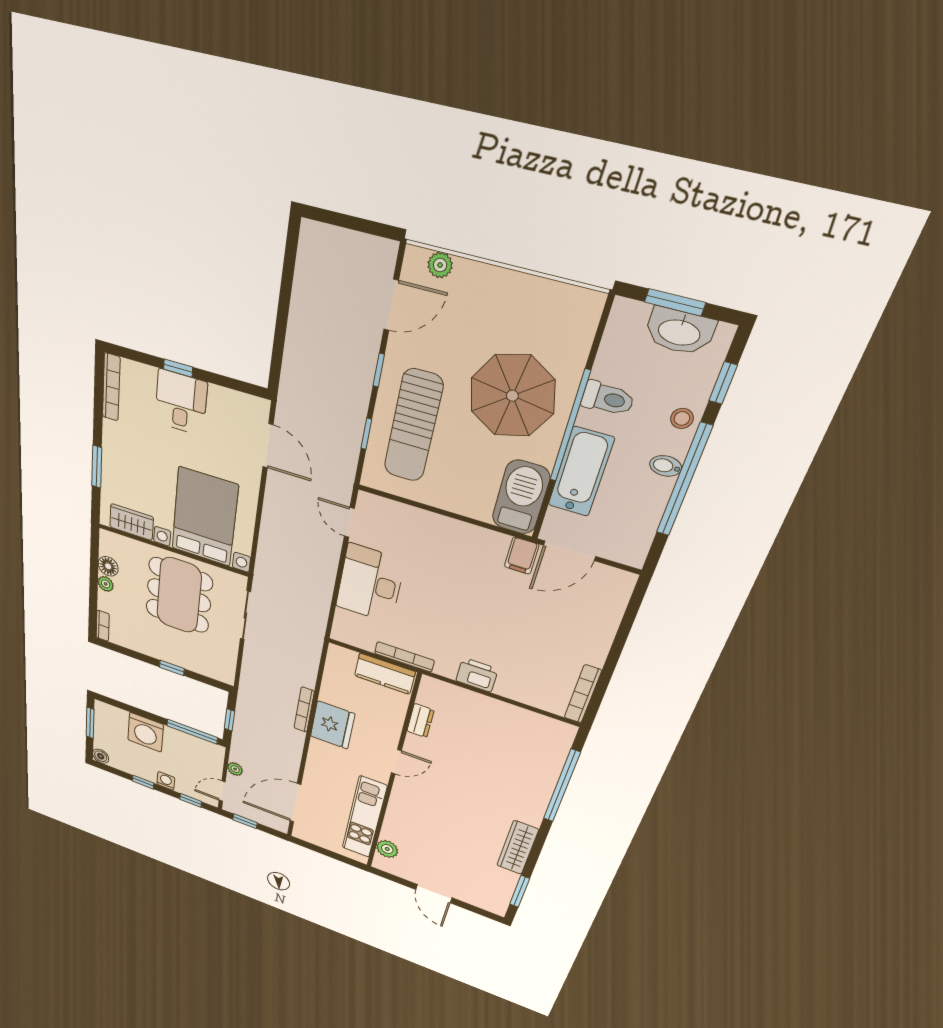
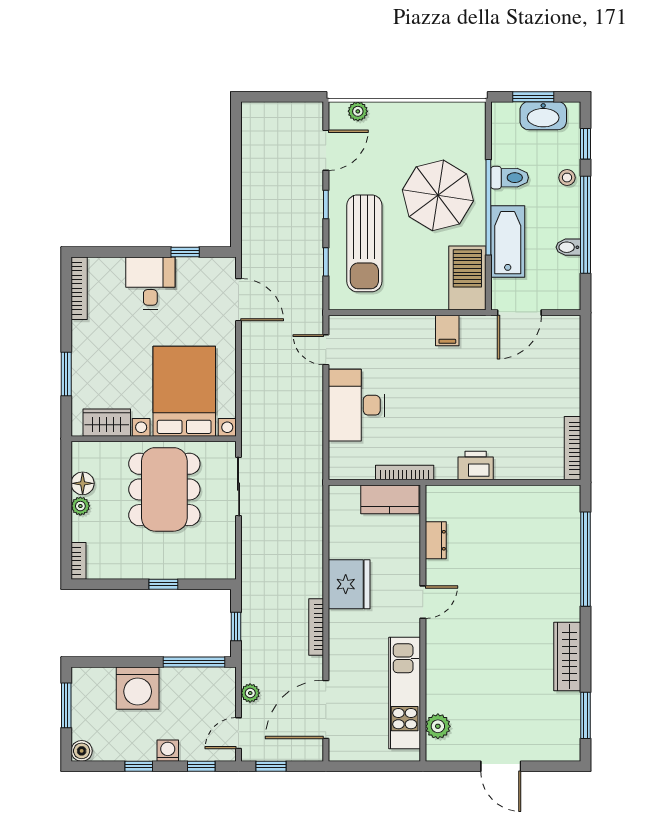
window: (178, 368) -> (185, 252), moved
bidet: (666, 466) -> (568, 247), moved
filing cabinet: (522, 556) -> (447, 330), moved
bookcase: (304, 710) -> (316, 627), moved

